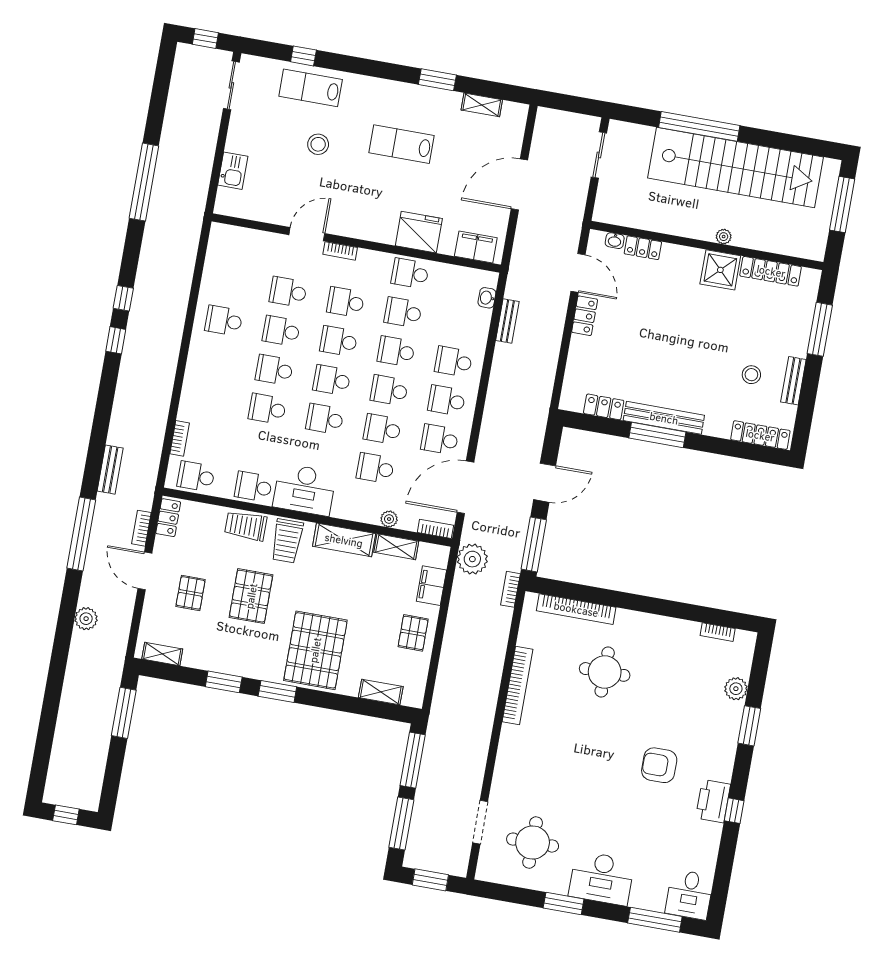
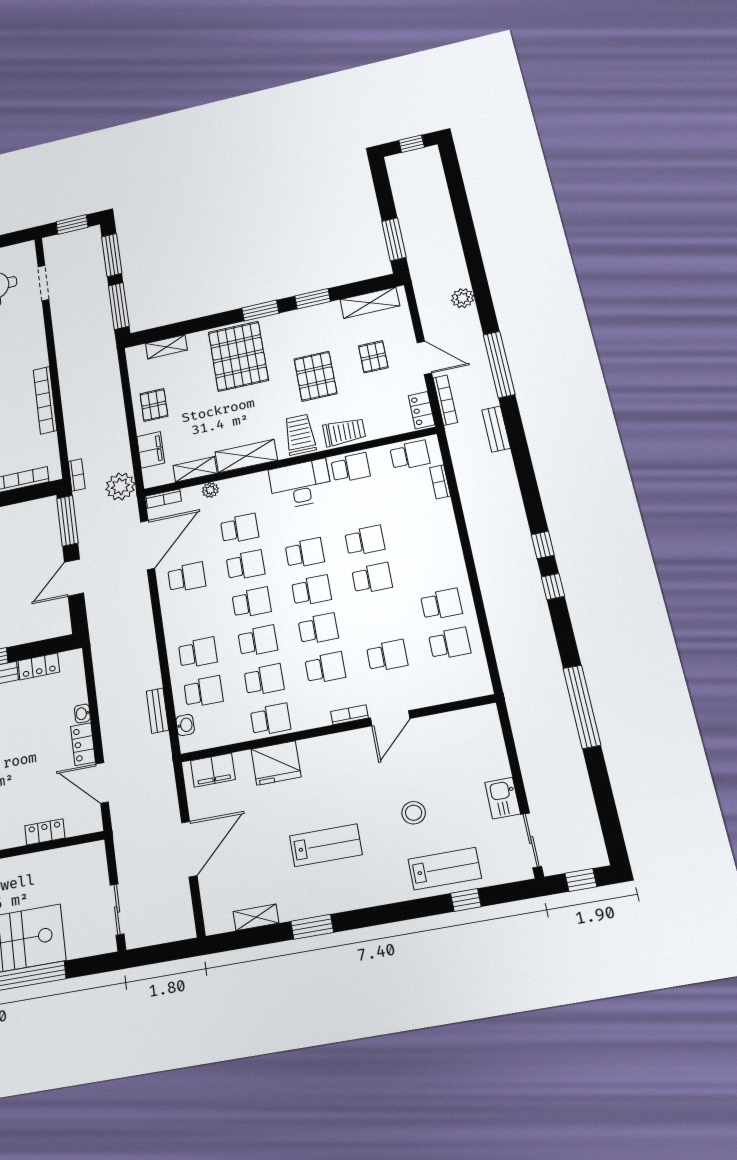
kitchen sink: (233, 171) -> (503, 798), moved
washbasin: (615, 241) -> (82, 714), moved, turned -90
school desk: (281, 331) -> (450, 643), moved
school desk: (447, 401) -> (203, 692), moved
bookcase: (141, 528) -> (445, 400), width x1.56
shelving: (162, 654) -> (370, 303), width x1.50, depth x1.33

